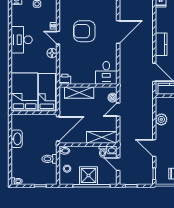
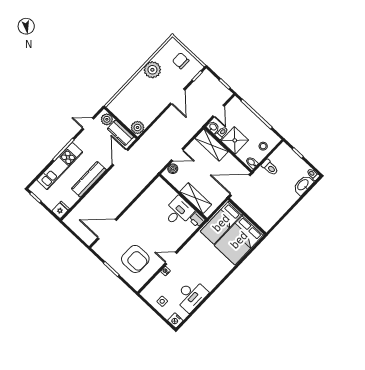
armchair: (84, 31) -> (135, 259), moved
door: (118, 32) -> (107, 229), moved
door: (58, 38) -> (171, 258), swing flipped
desk: (22, 40) -> (191, 295), moved
kitchen counter: (161, 44) -> (89, 179), width x1.50
floor lamp: (52, 53) -> (187, 250), removed
desk: (106, 73) -> (178, 212), moved
plant: (161, 119) -> (138, 128), moved
washbasin: (17, 139) -> (303, 185), moved
shower: (88, 176) -> (235, 140), moved

